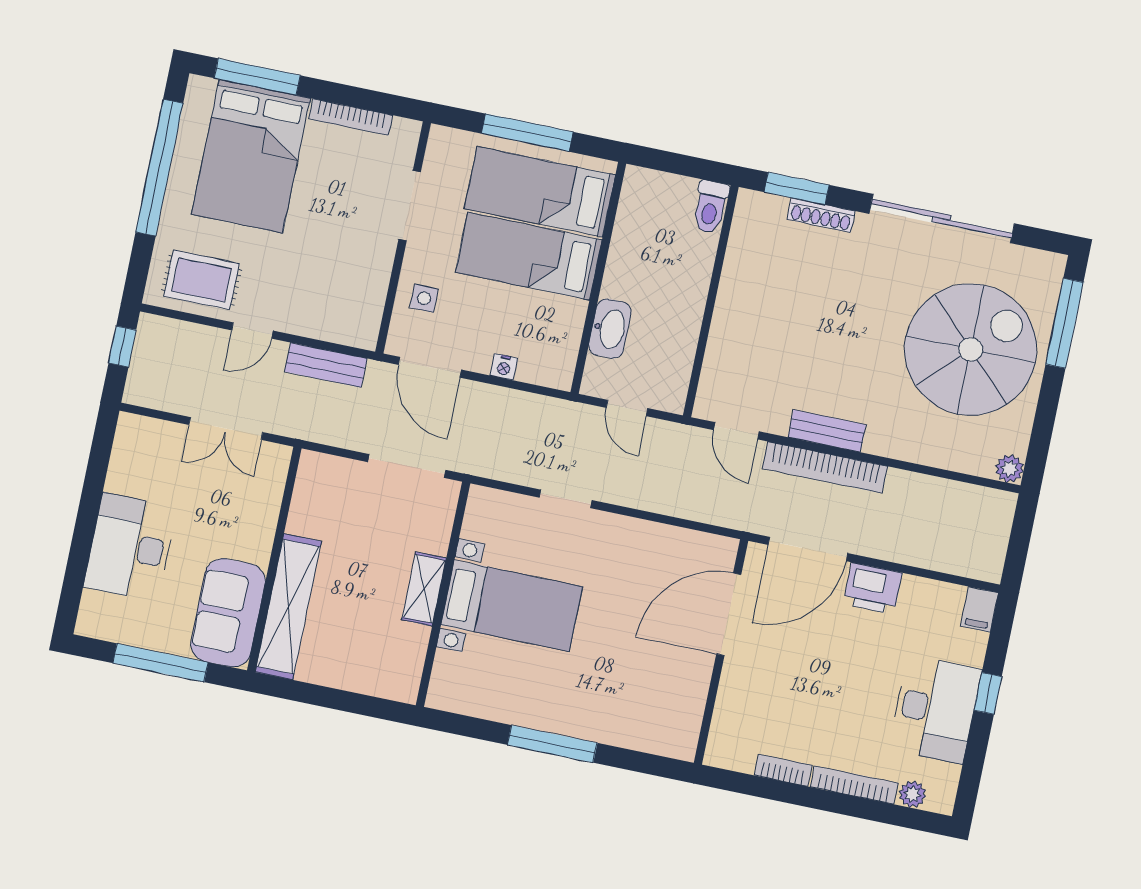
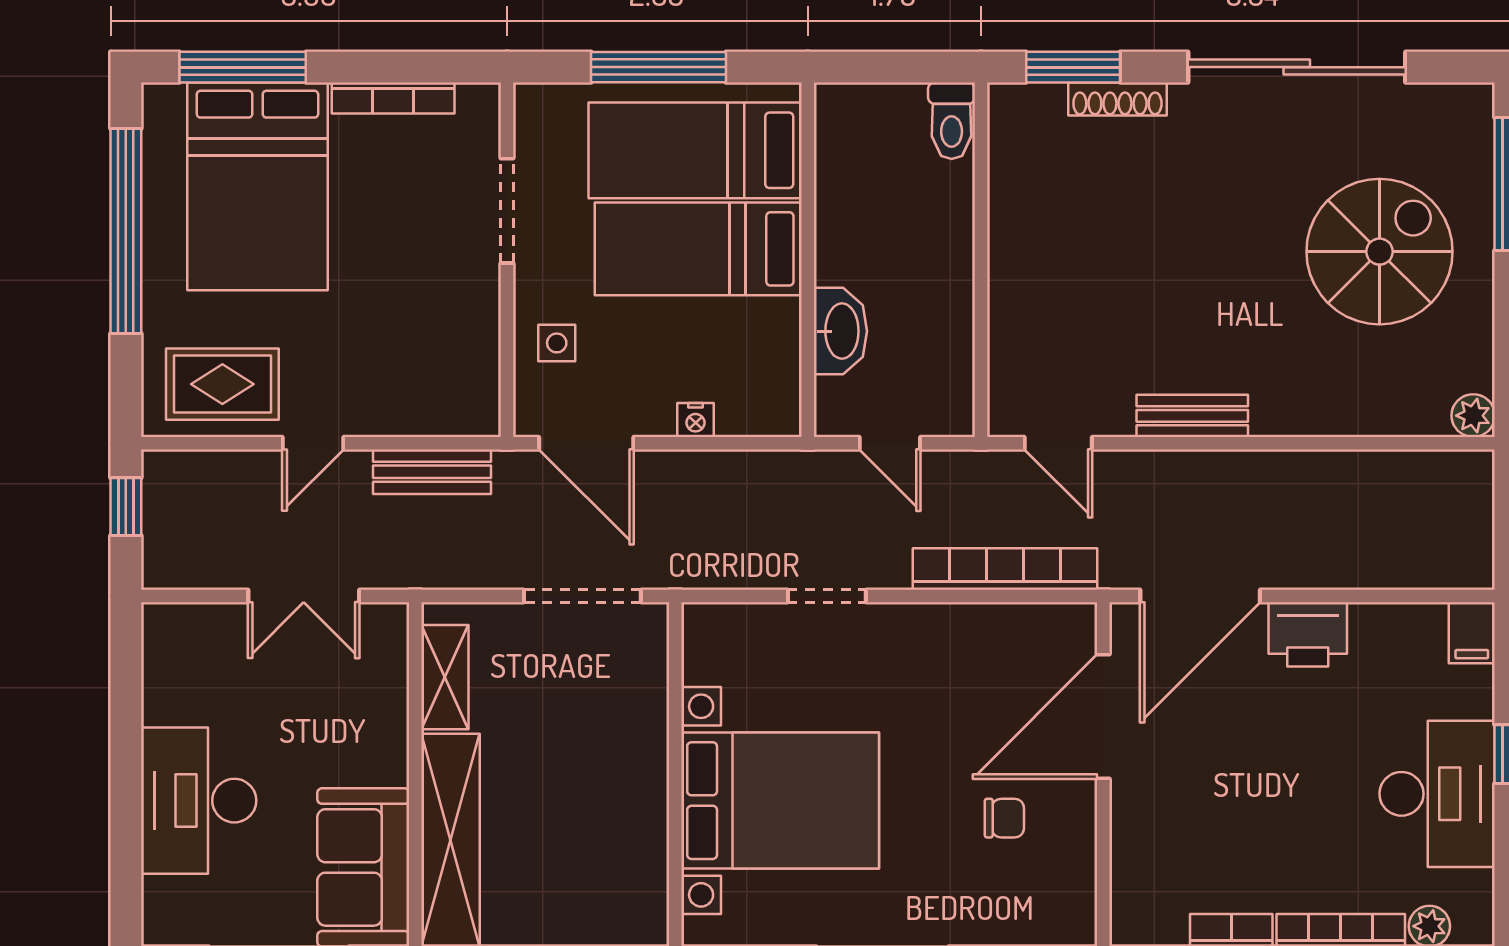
spiral stairs: (971, 349) -> (1379, 252), width x0.73, depth x0.73
bookcase: (825, 467) -> (1005, 569), moved, turned 180
shelving: (424, 589) -> (445, 677), moved
bed with nightstands: (512, 606) -> (780, 801), width x1.36
chair: (651, 667) -> (1004, 818), added

